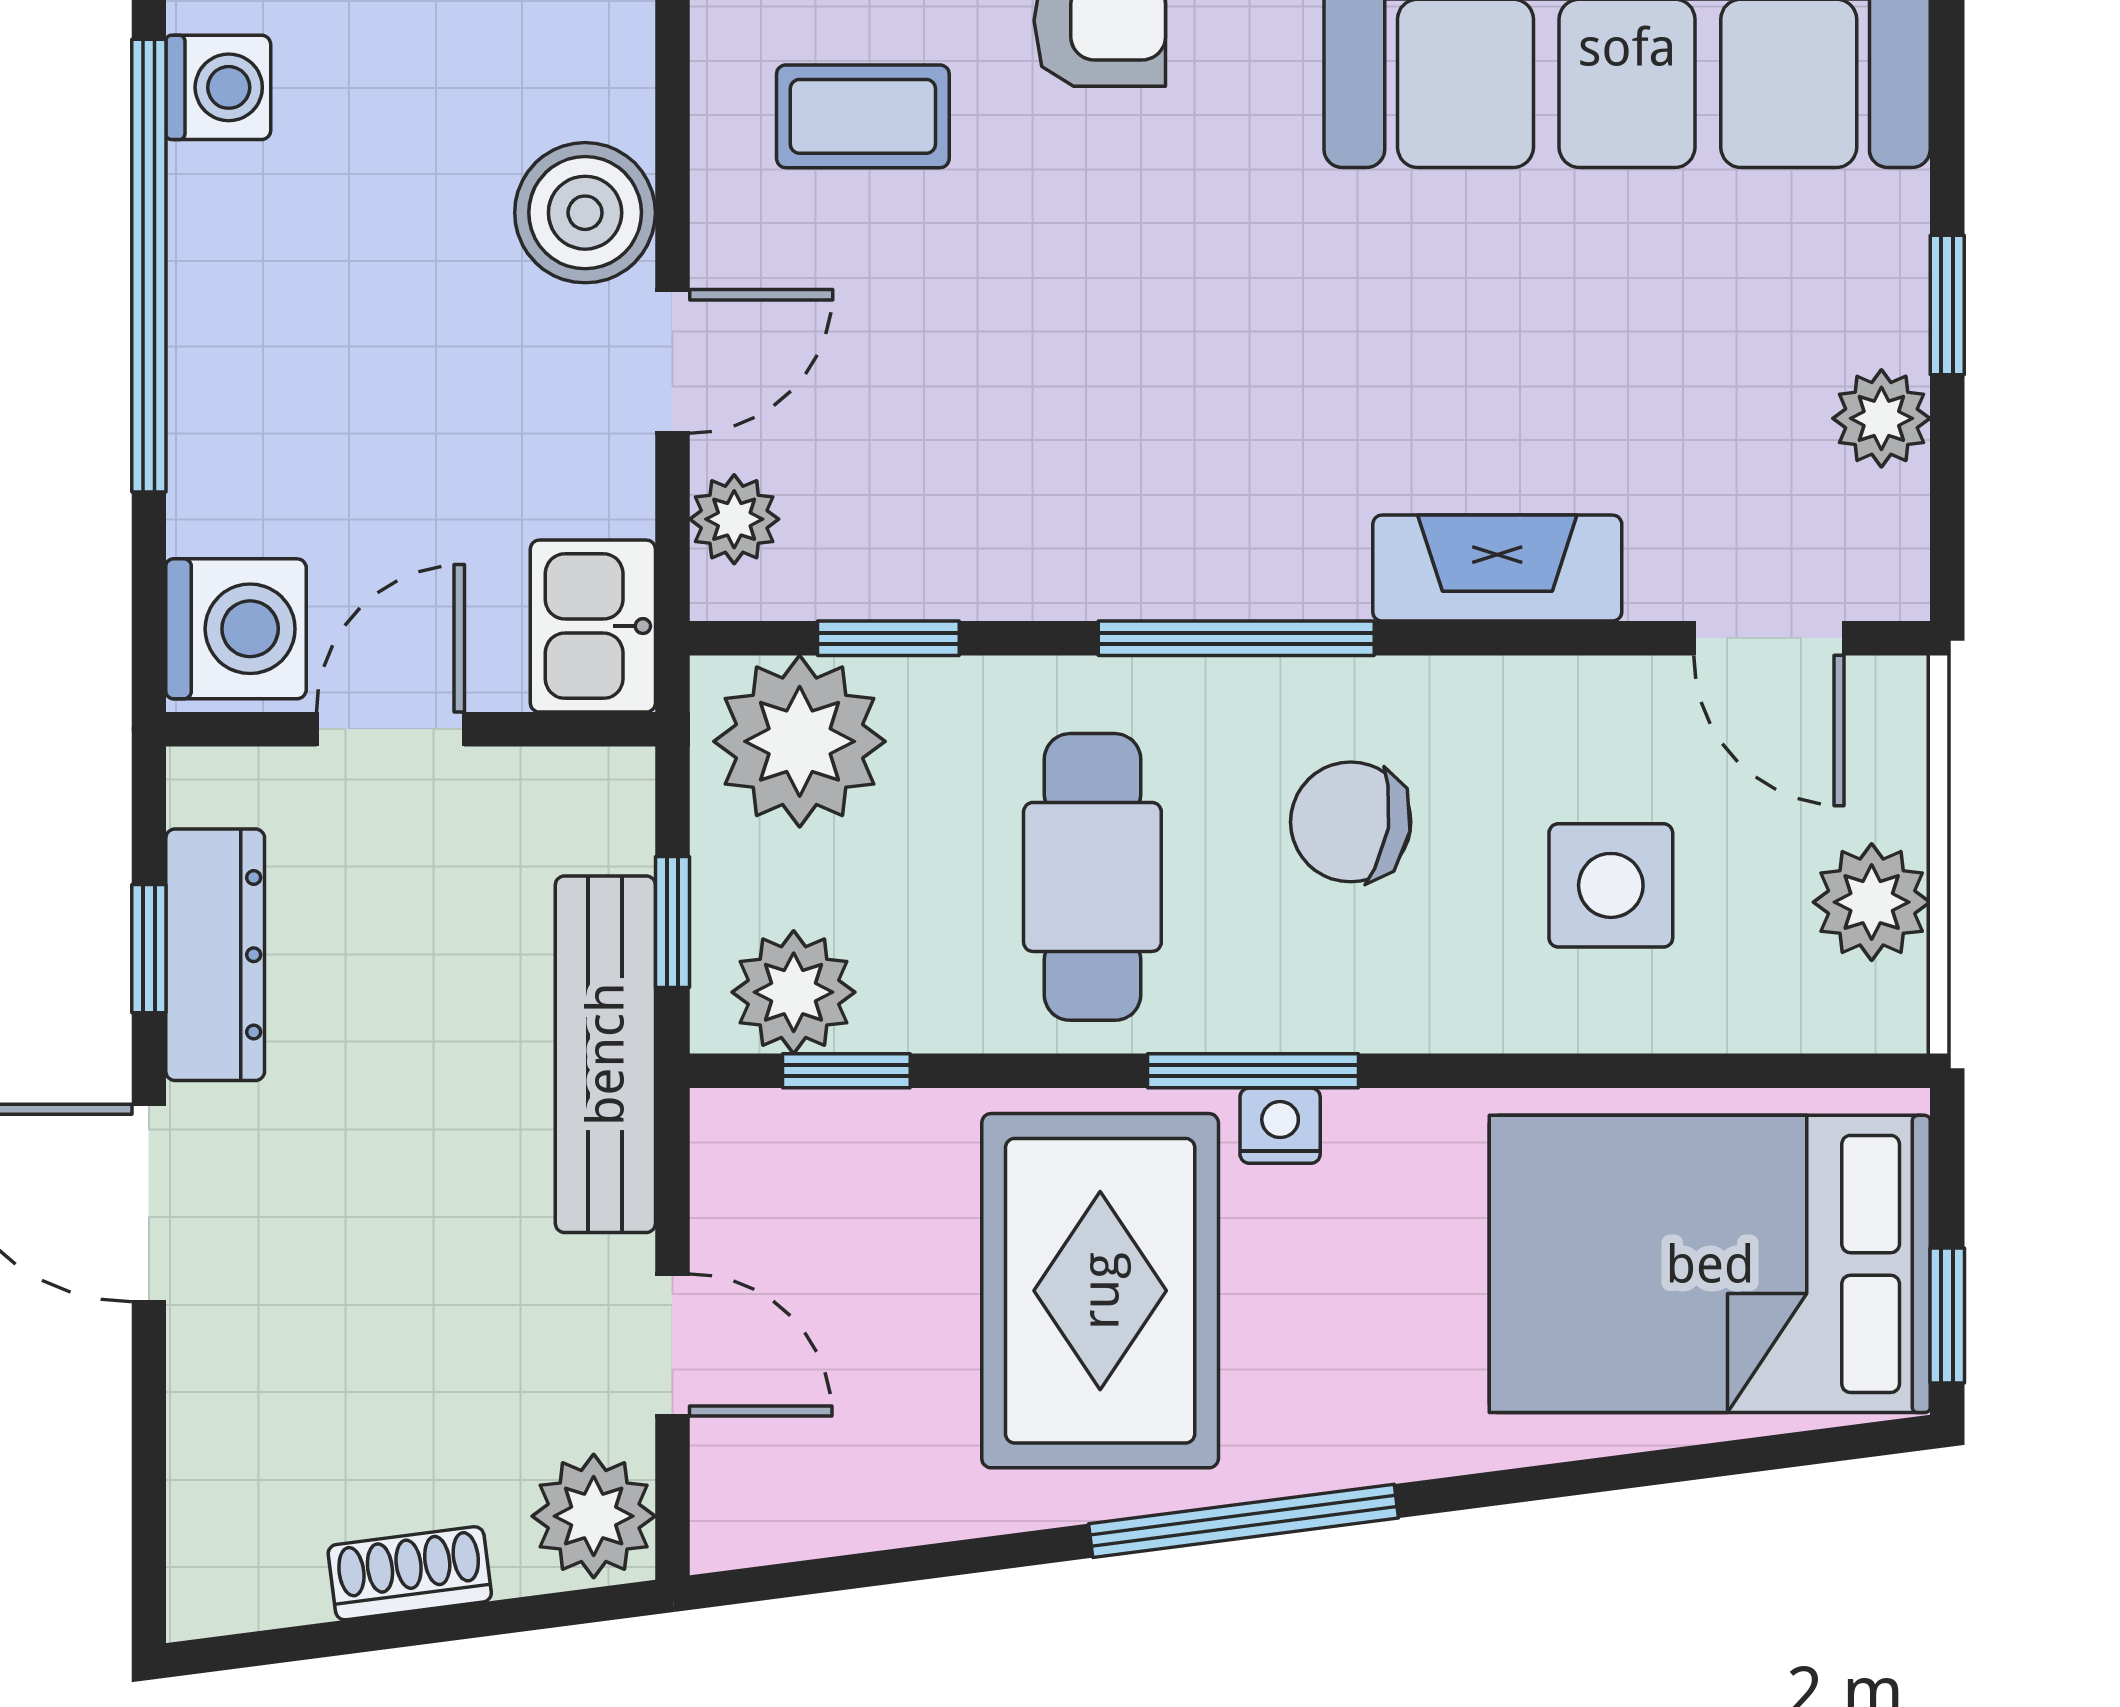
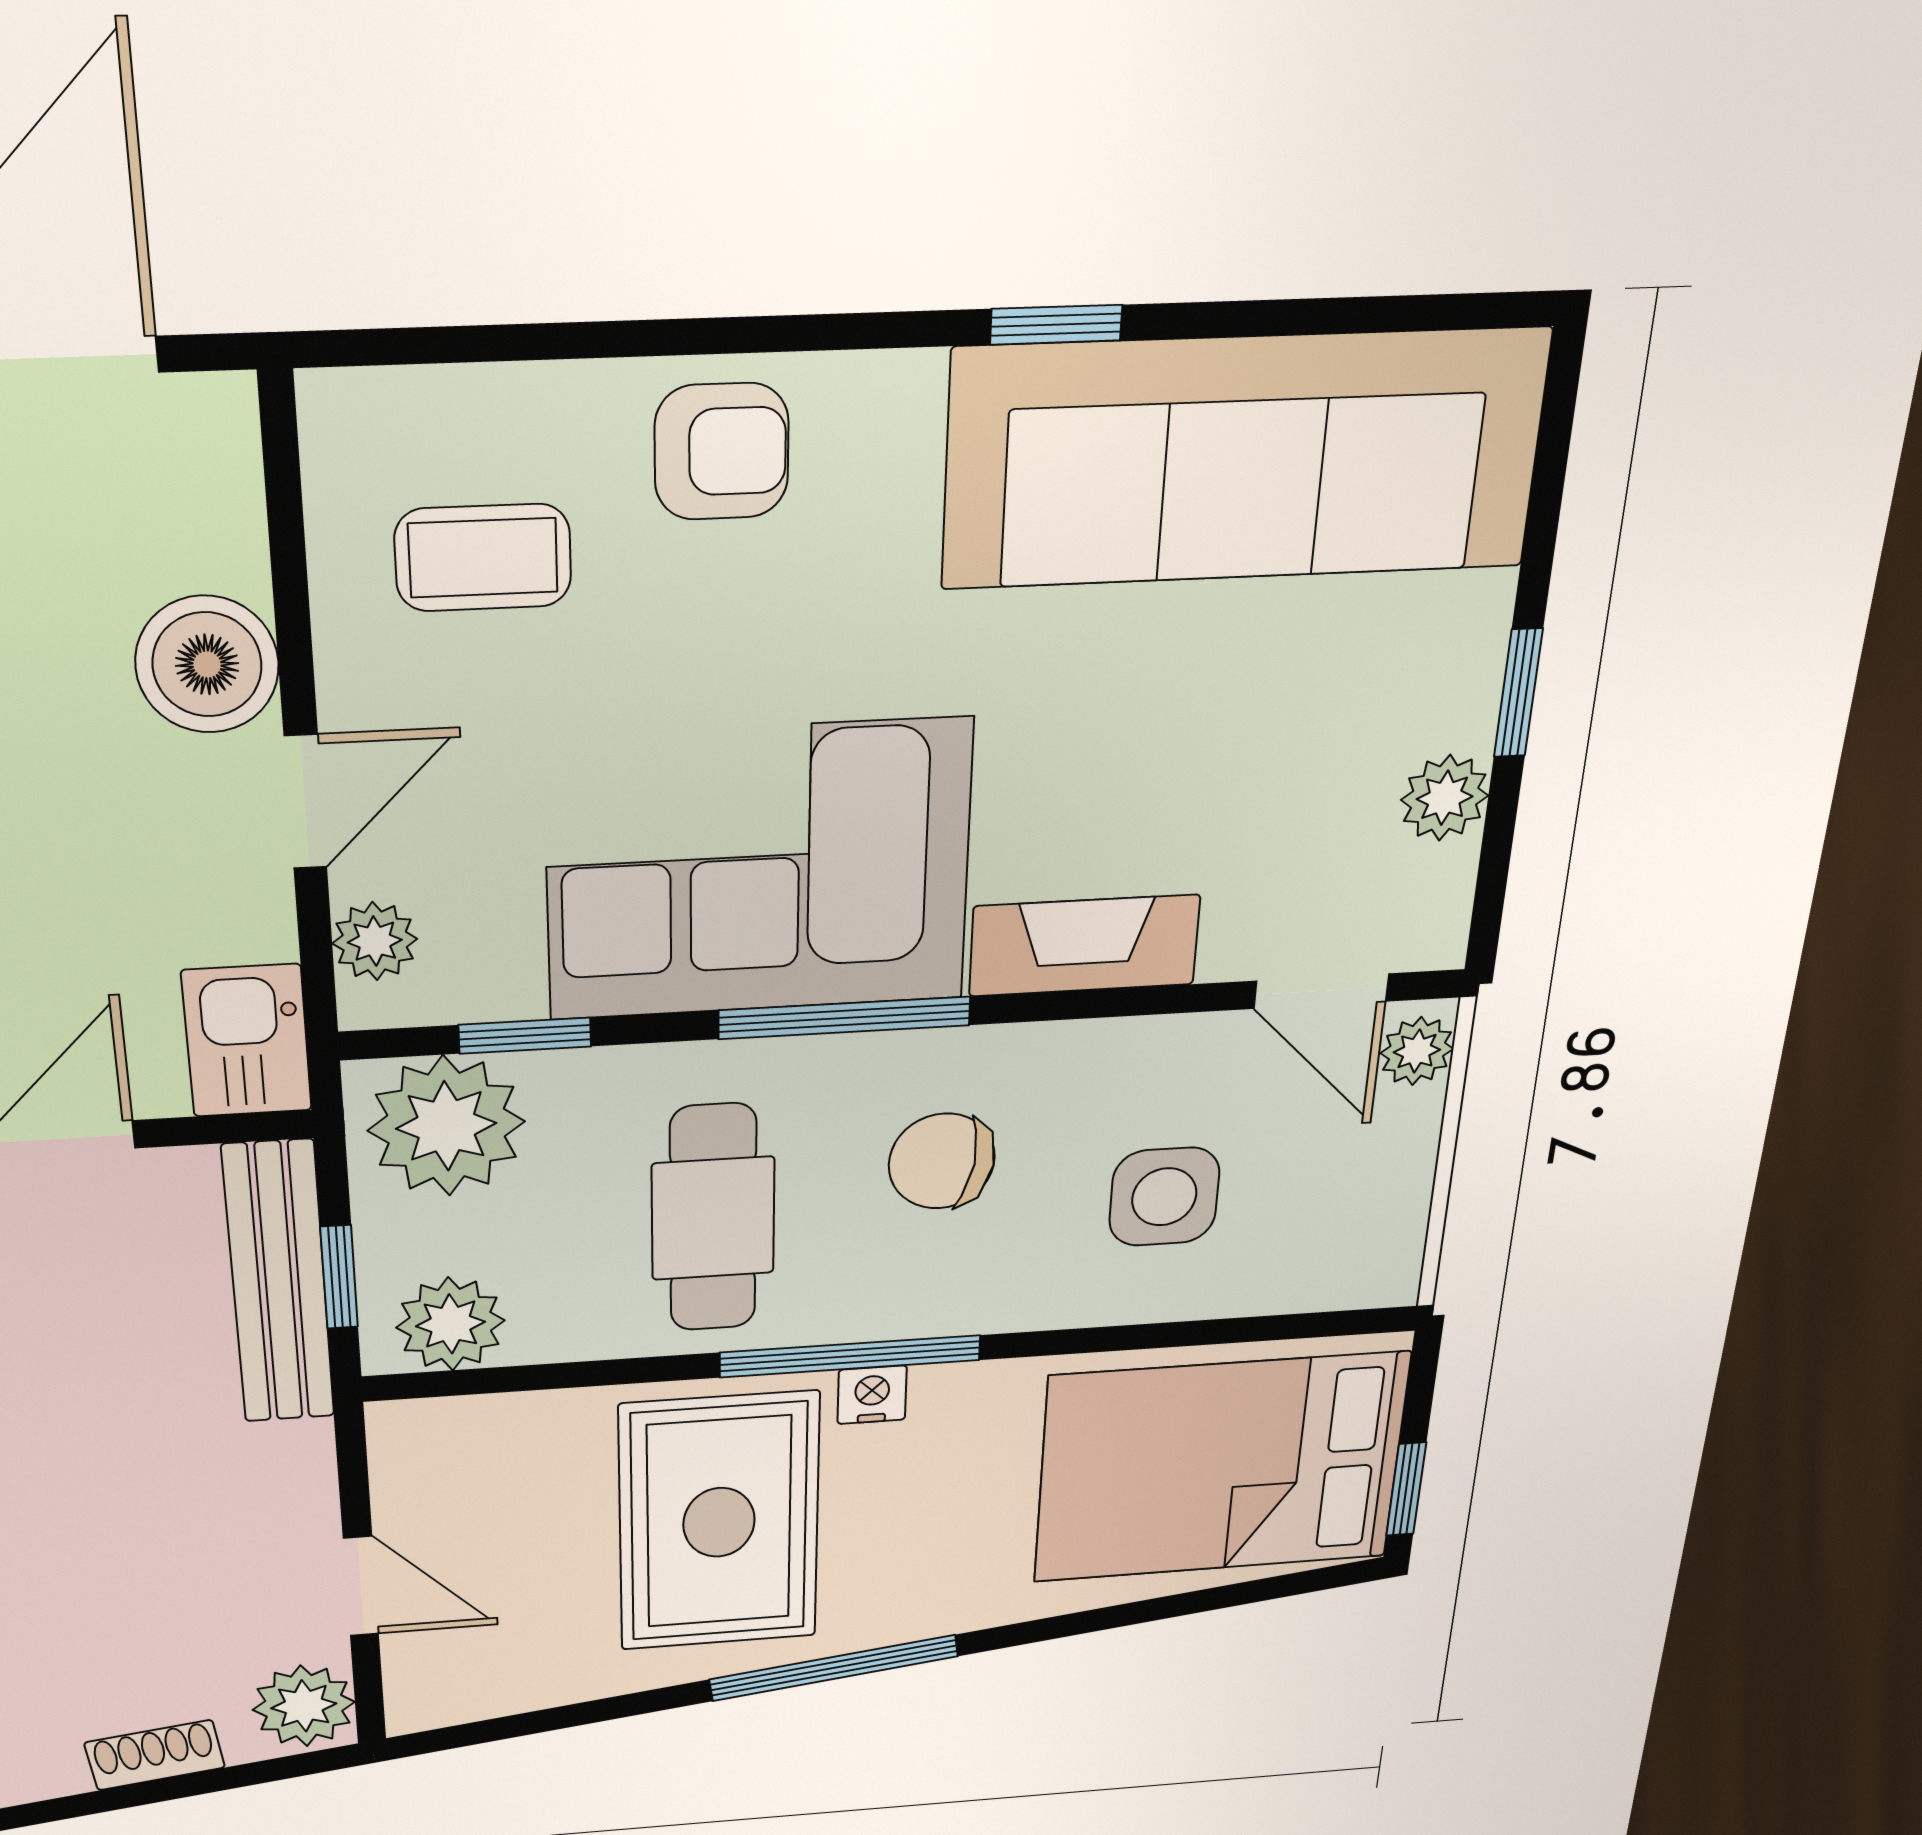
corner sofa: (1140, 462) -> (759, 870), added
plant: (1872, 902) -> (1417, 1051), moved, width x0.73, depth x0.73
bench: (605, 1054) -> (279, 1283), moved
window: (846, 1071) -> (500, 1380), removed
window: (1253, 1071) -> (850, 1356), width x1.44

